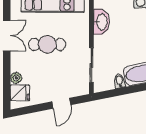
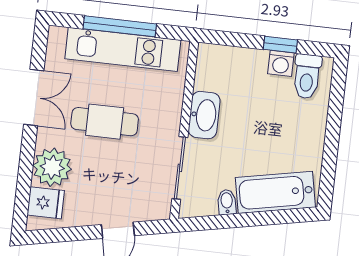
washbasin: (101, 22) -> (204, 115), moved
plant: (16, 78) -> (52, 167), width x1.88, depth x1.88

